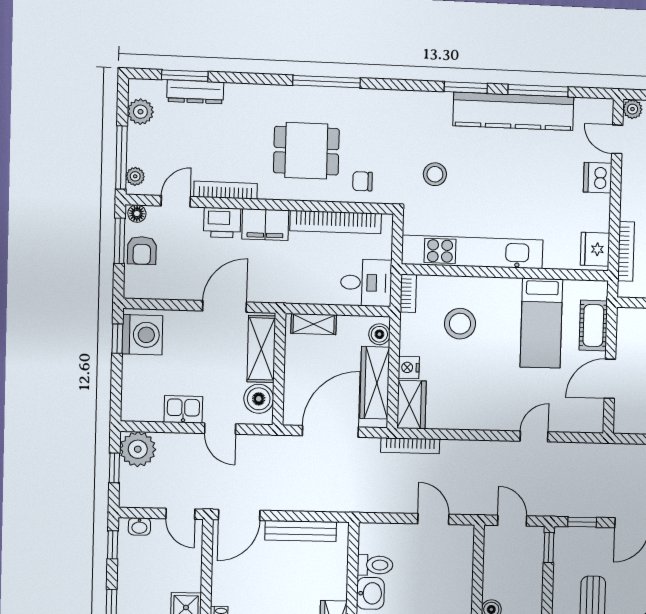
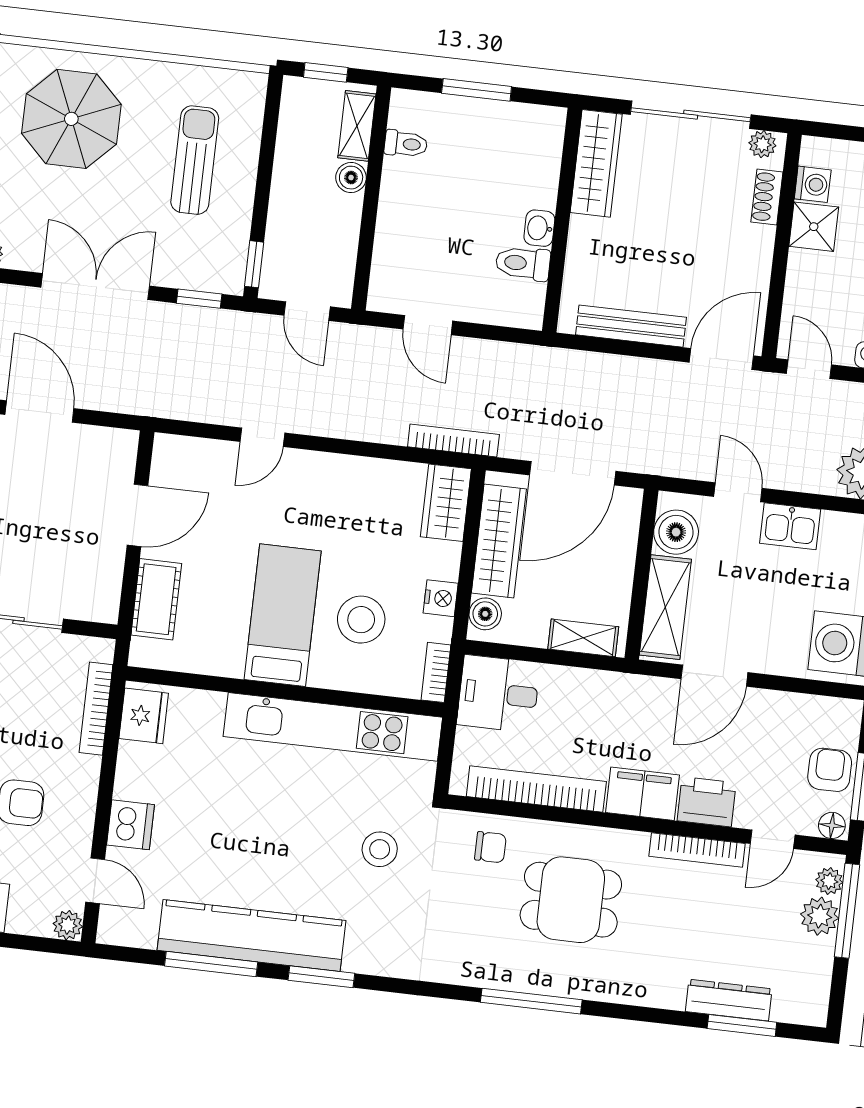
plant: (140, 112) -> (820, 916), moved
bed: (541, 323) -> (283, 615), moved
nightstand: (409, 367) -> (441, 598), moved
washbasin: (370, 593) -> (539, 228), width x0.72, depth x0.69

